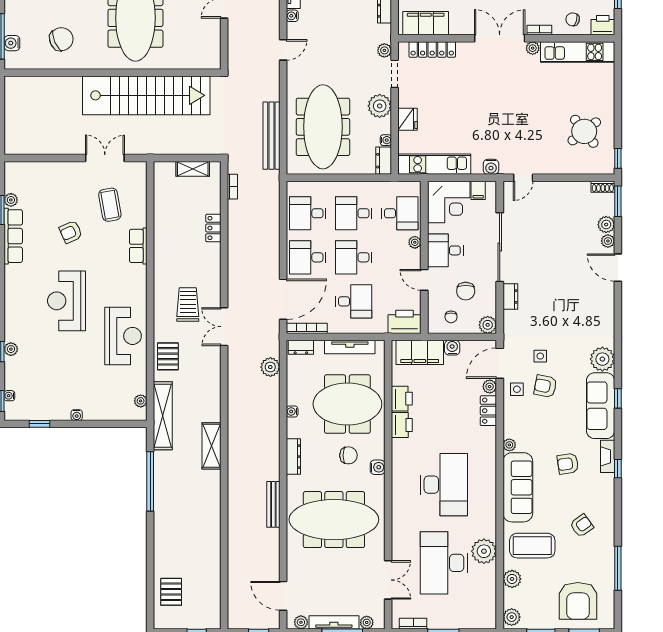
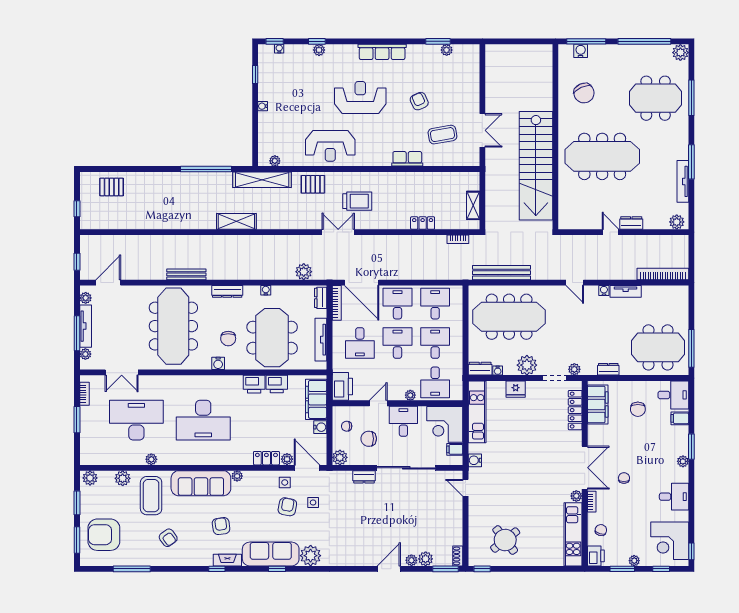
row of seats: (13, 236) -> (382, 52), moved
plant: (484, 551) -> (151, 459), width x0.53, depth x0.53

